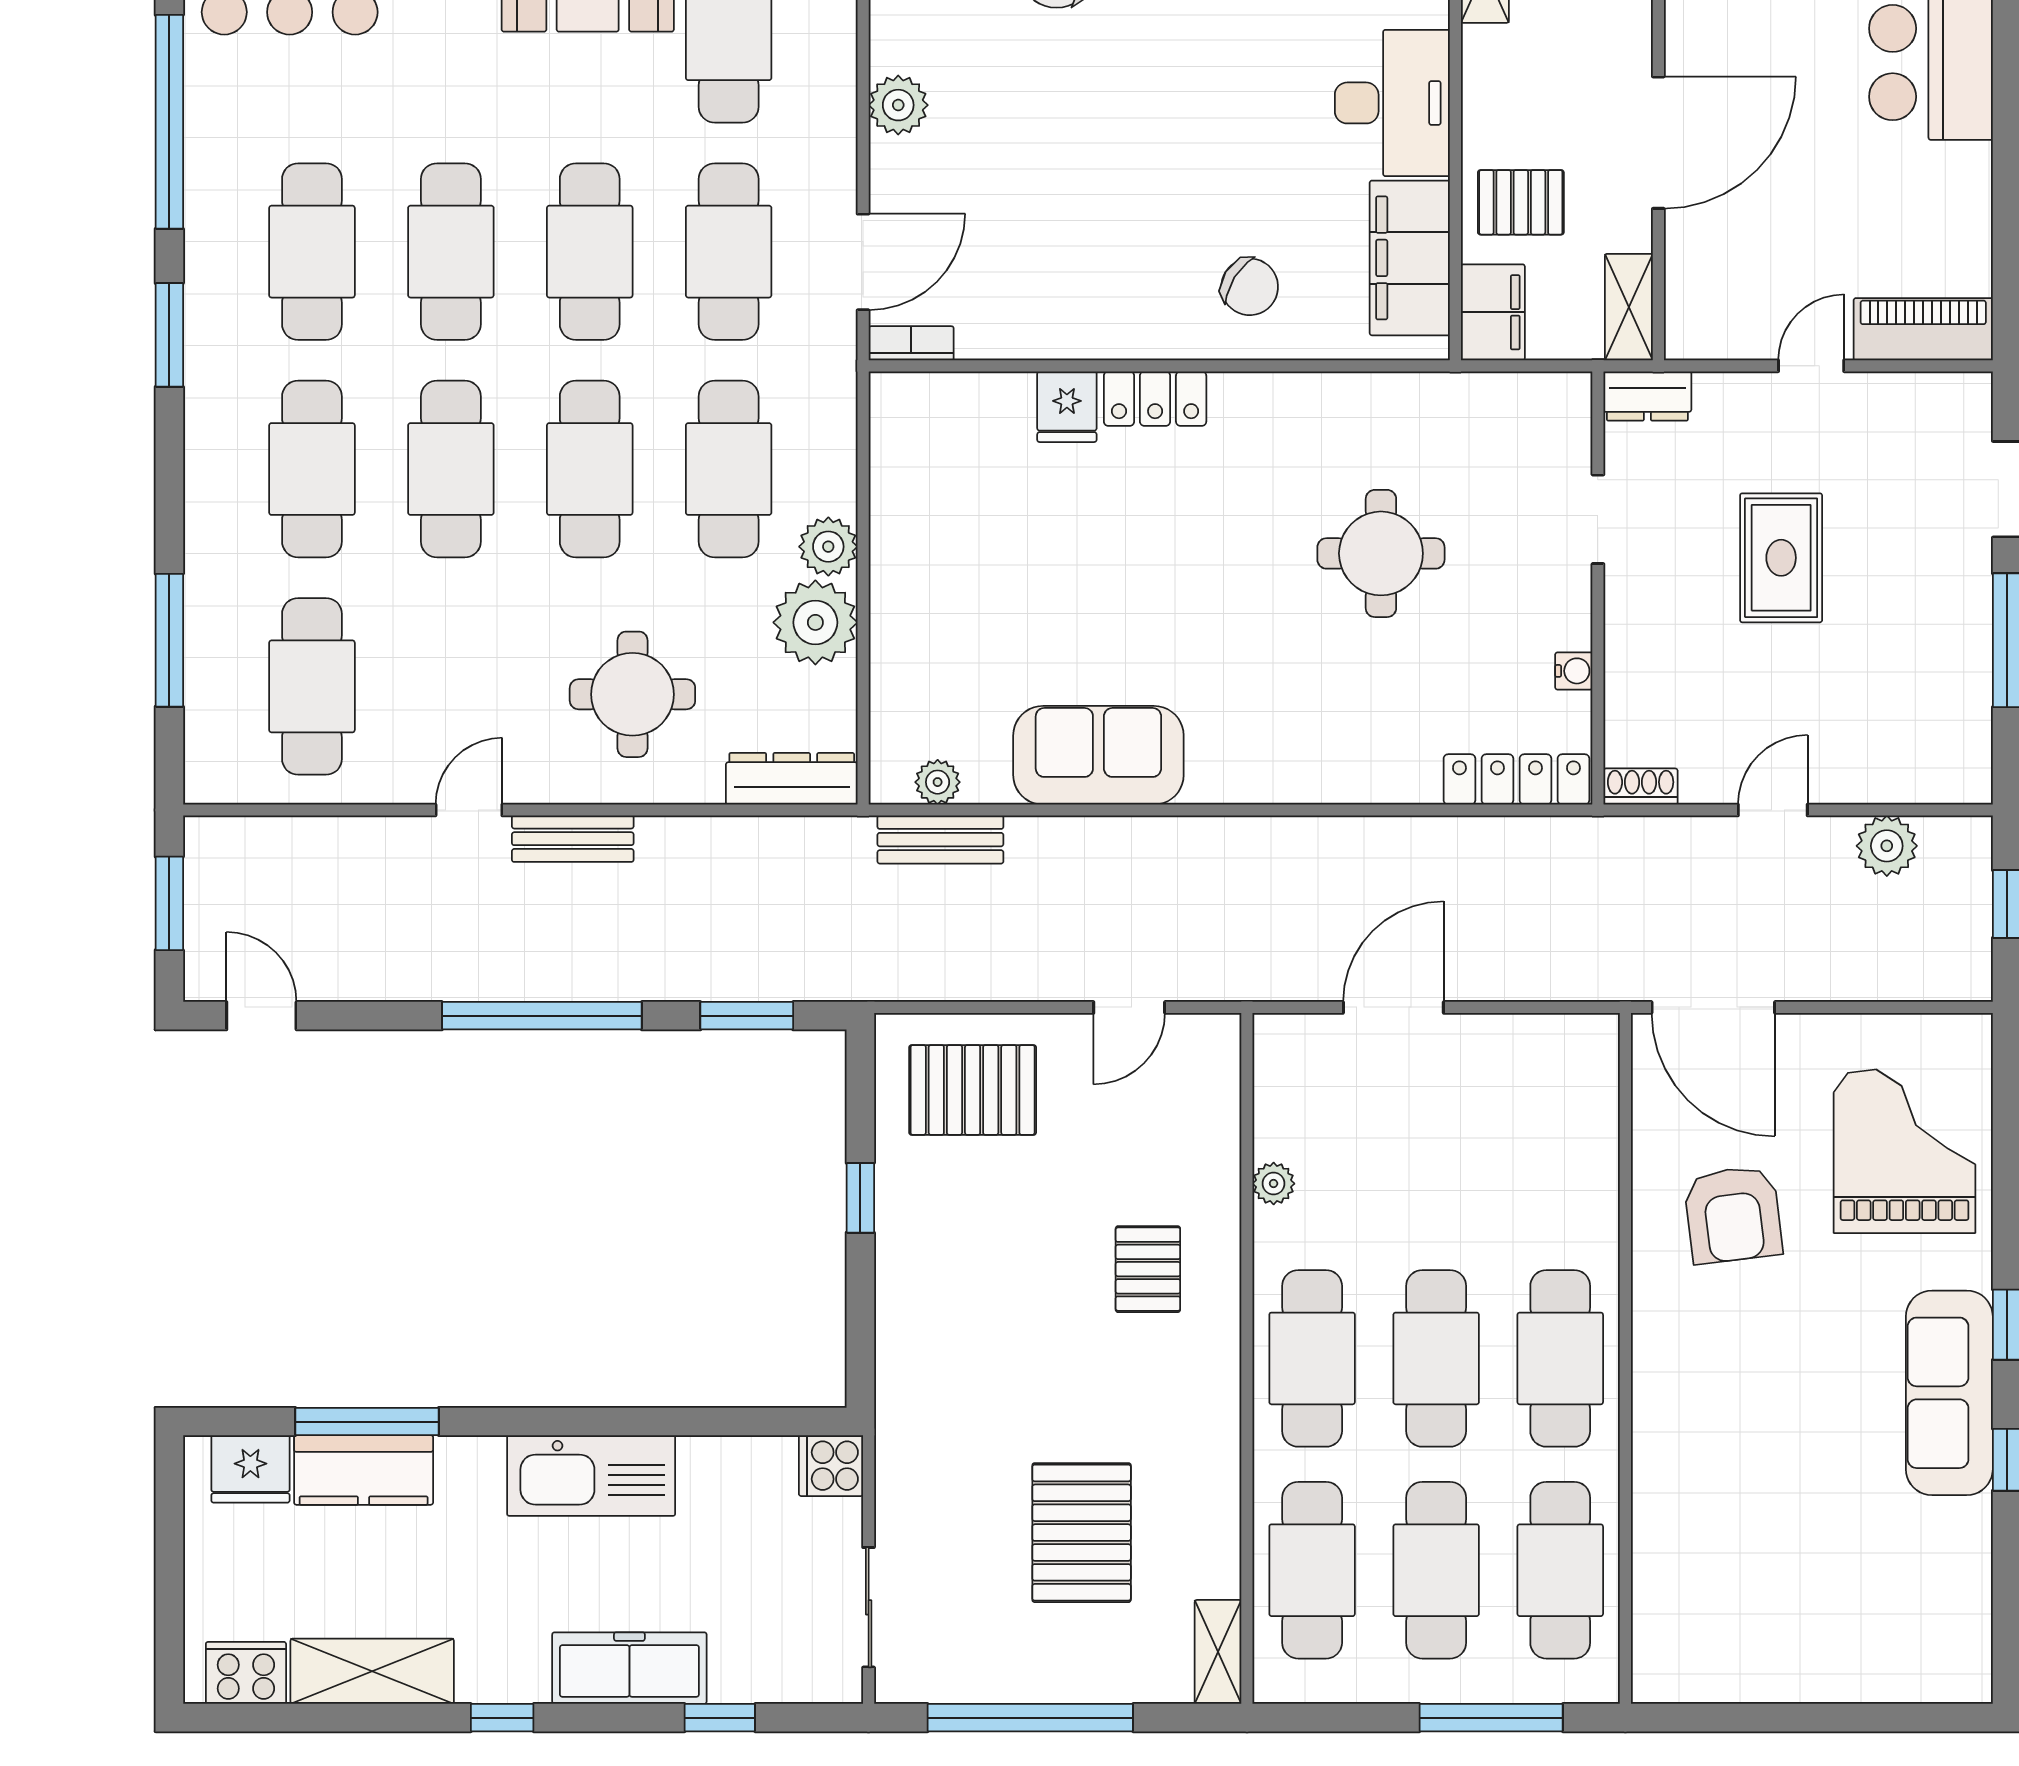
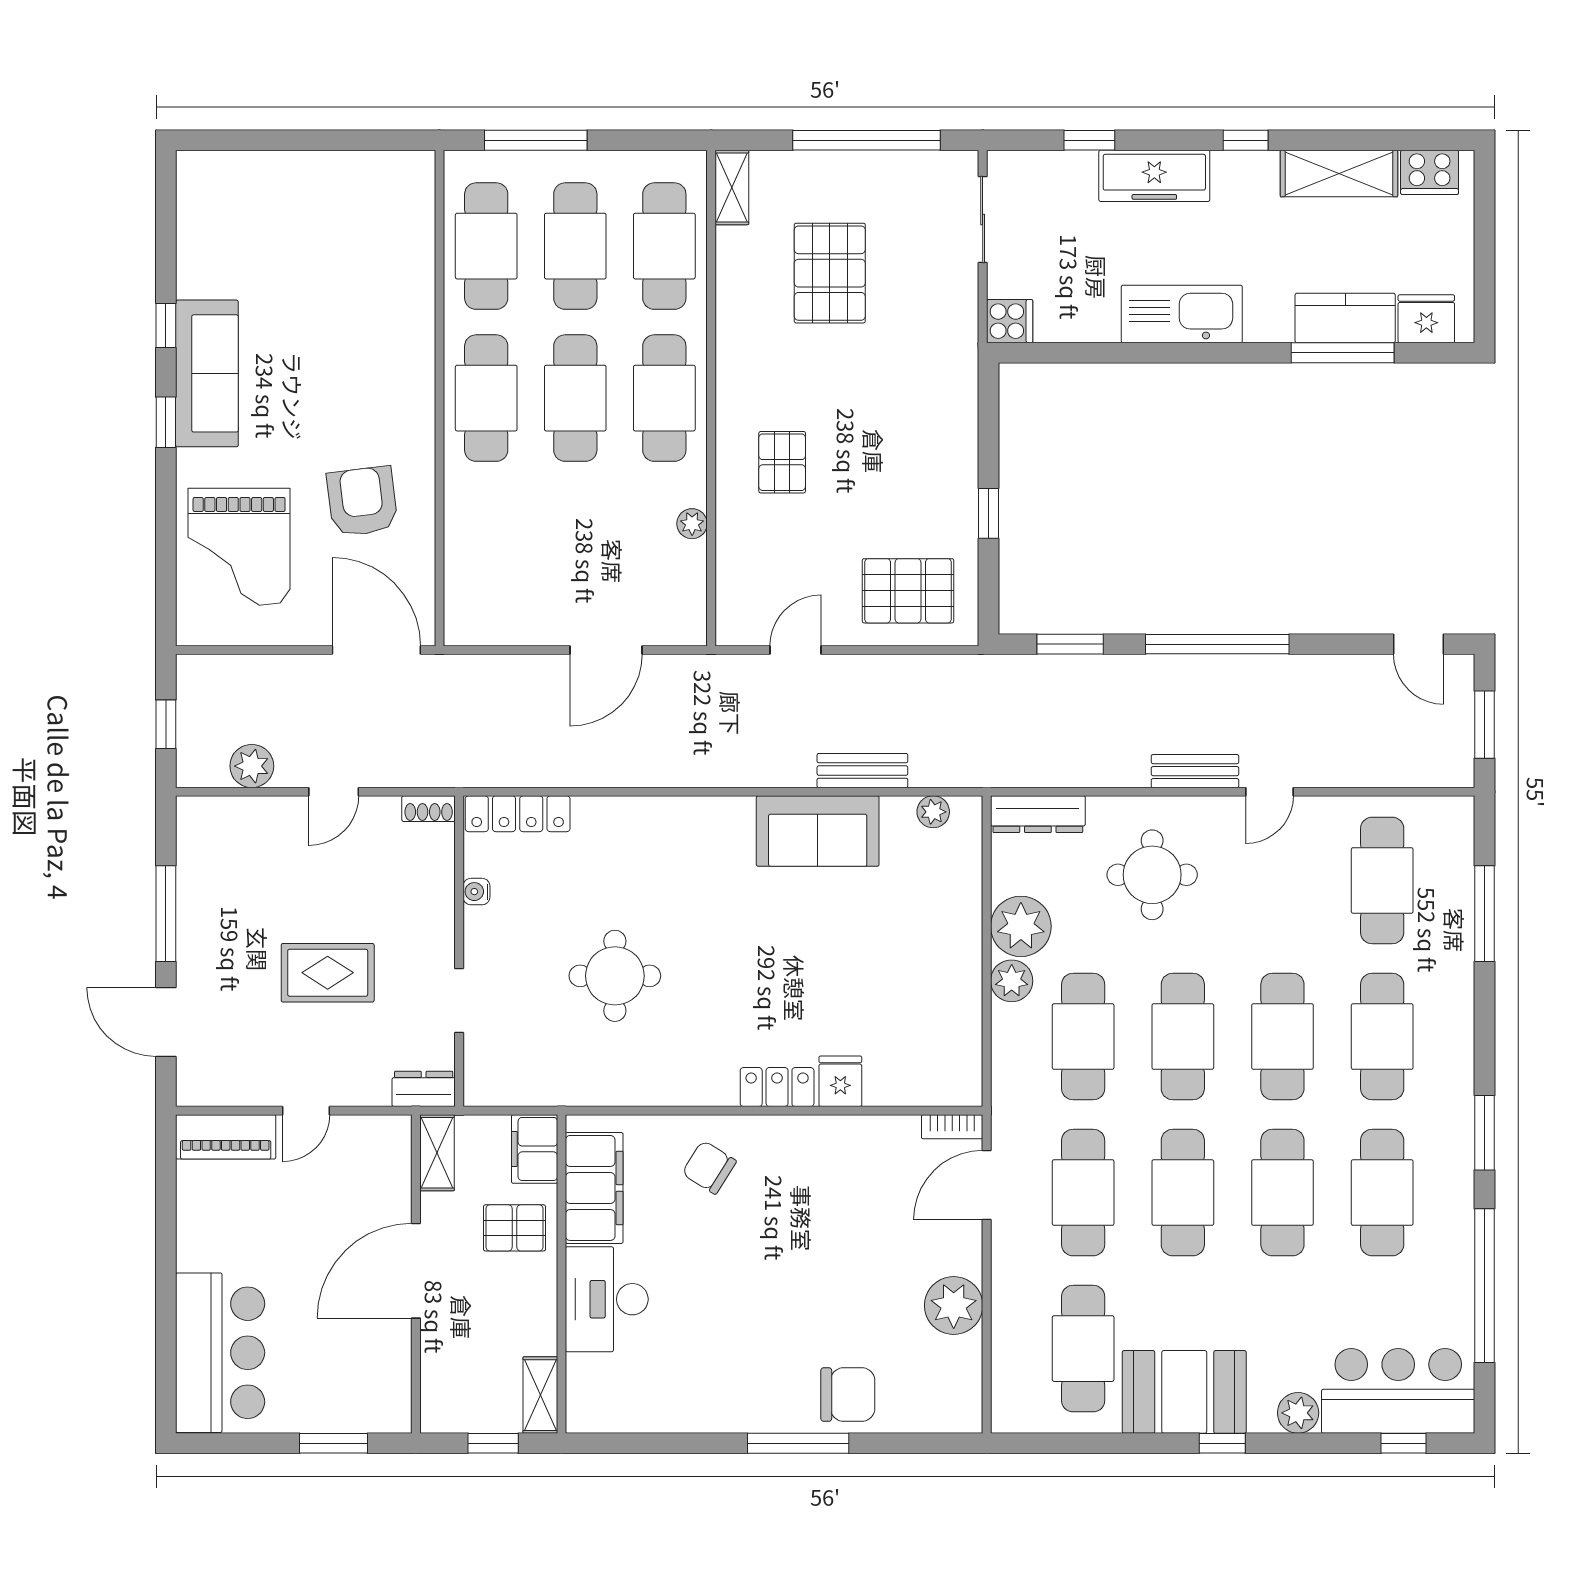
plant: (898, 105) -> (954, 1306), width x1.36, depth x1.36
rug: (1781, 558) -> (328, 973), turned 90
bench: (940, 840) -> (862, 771), moved

